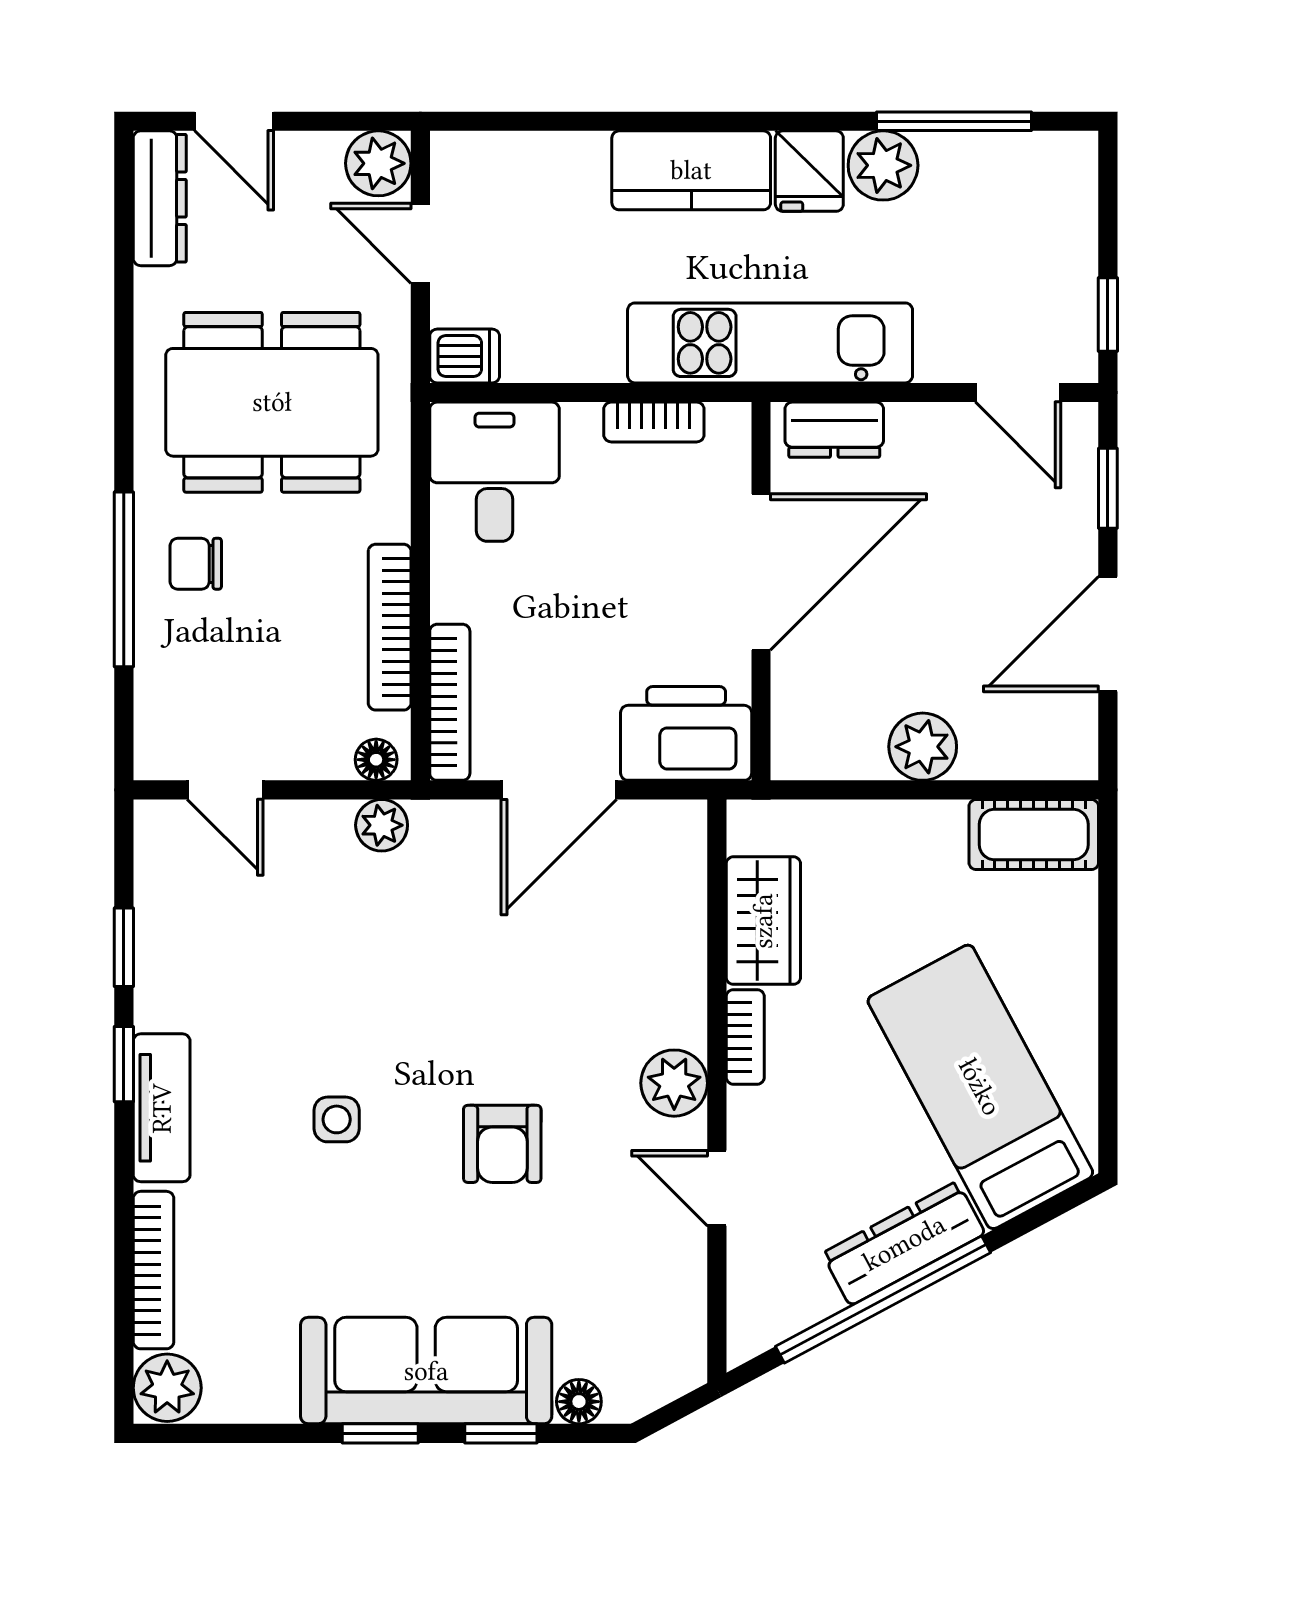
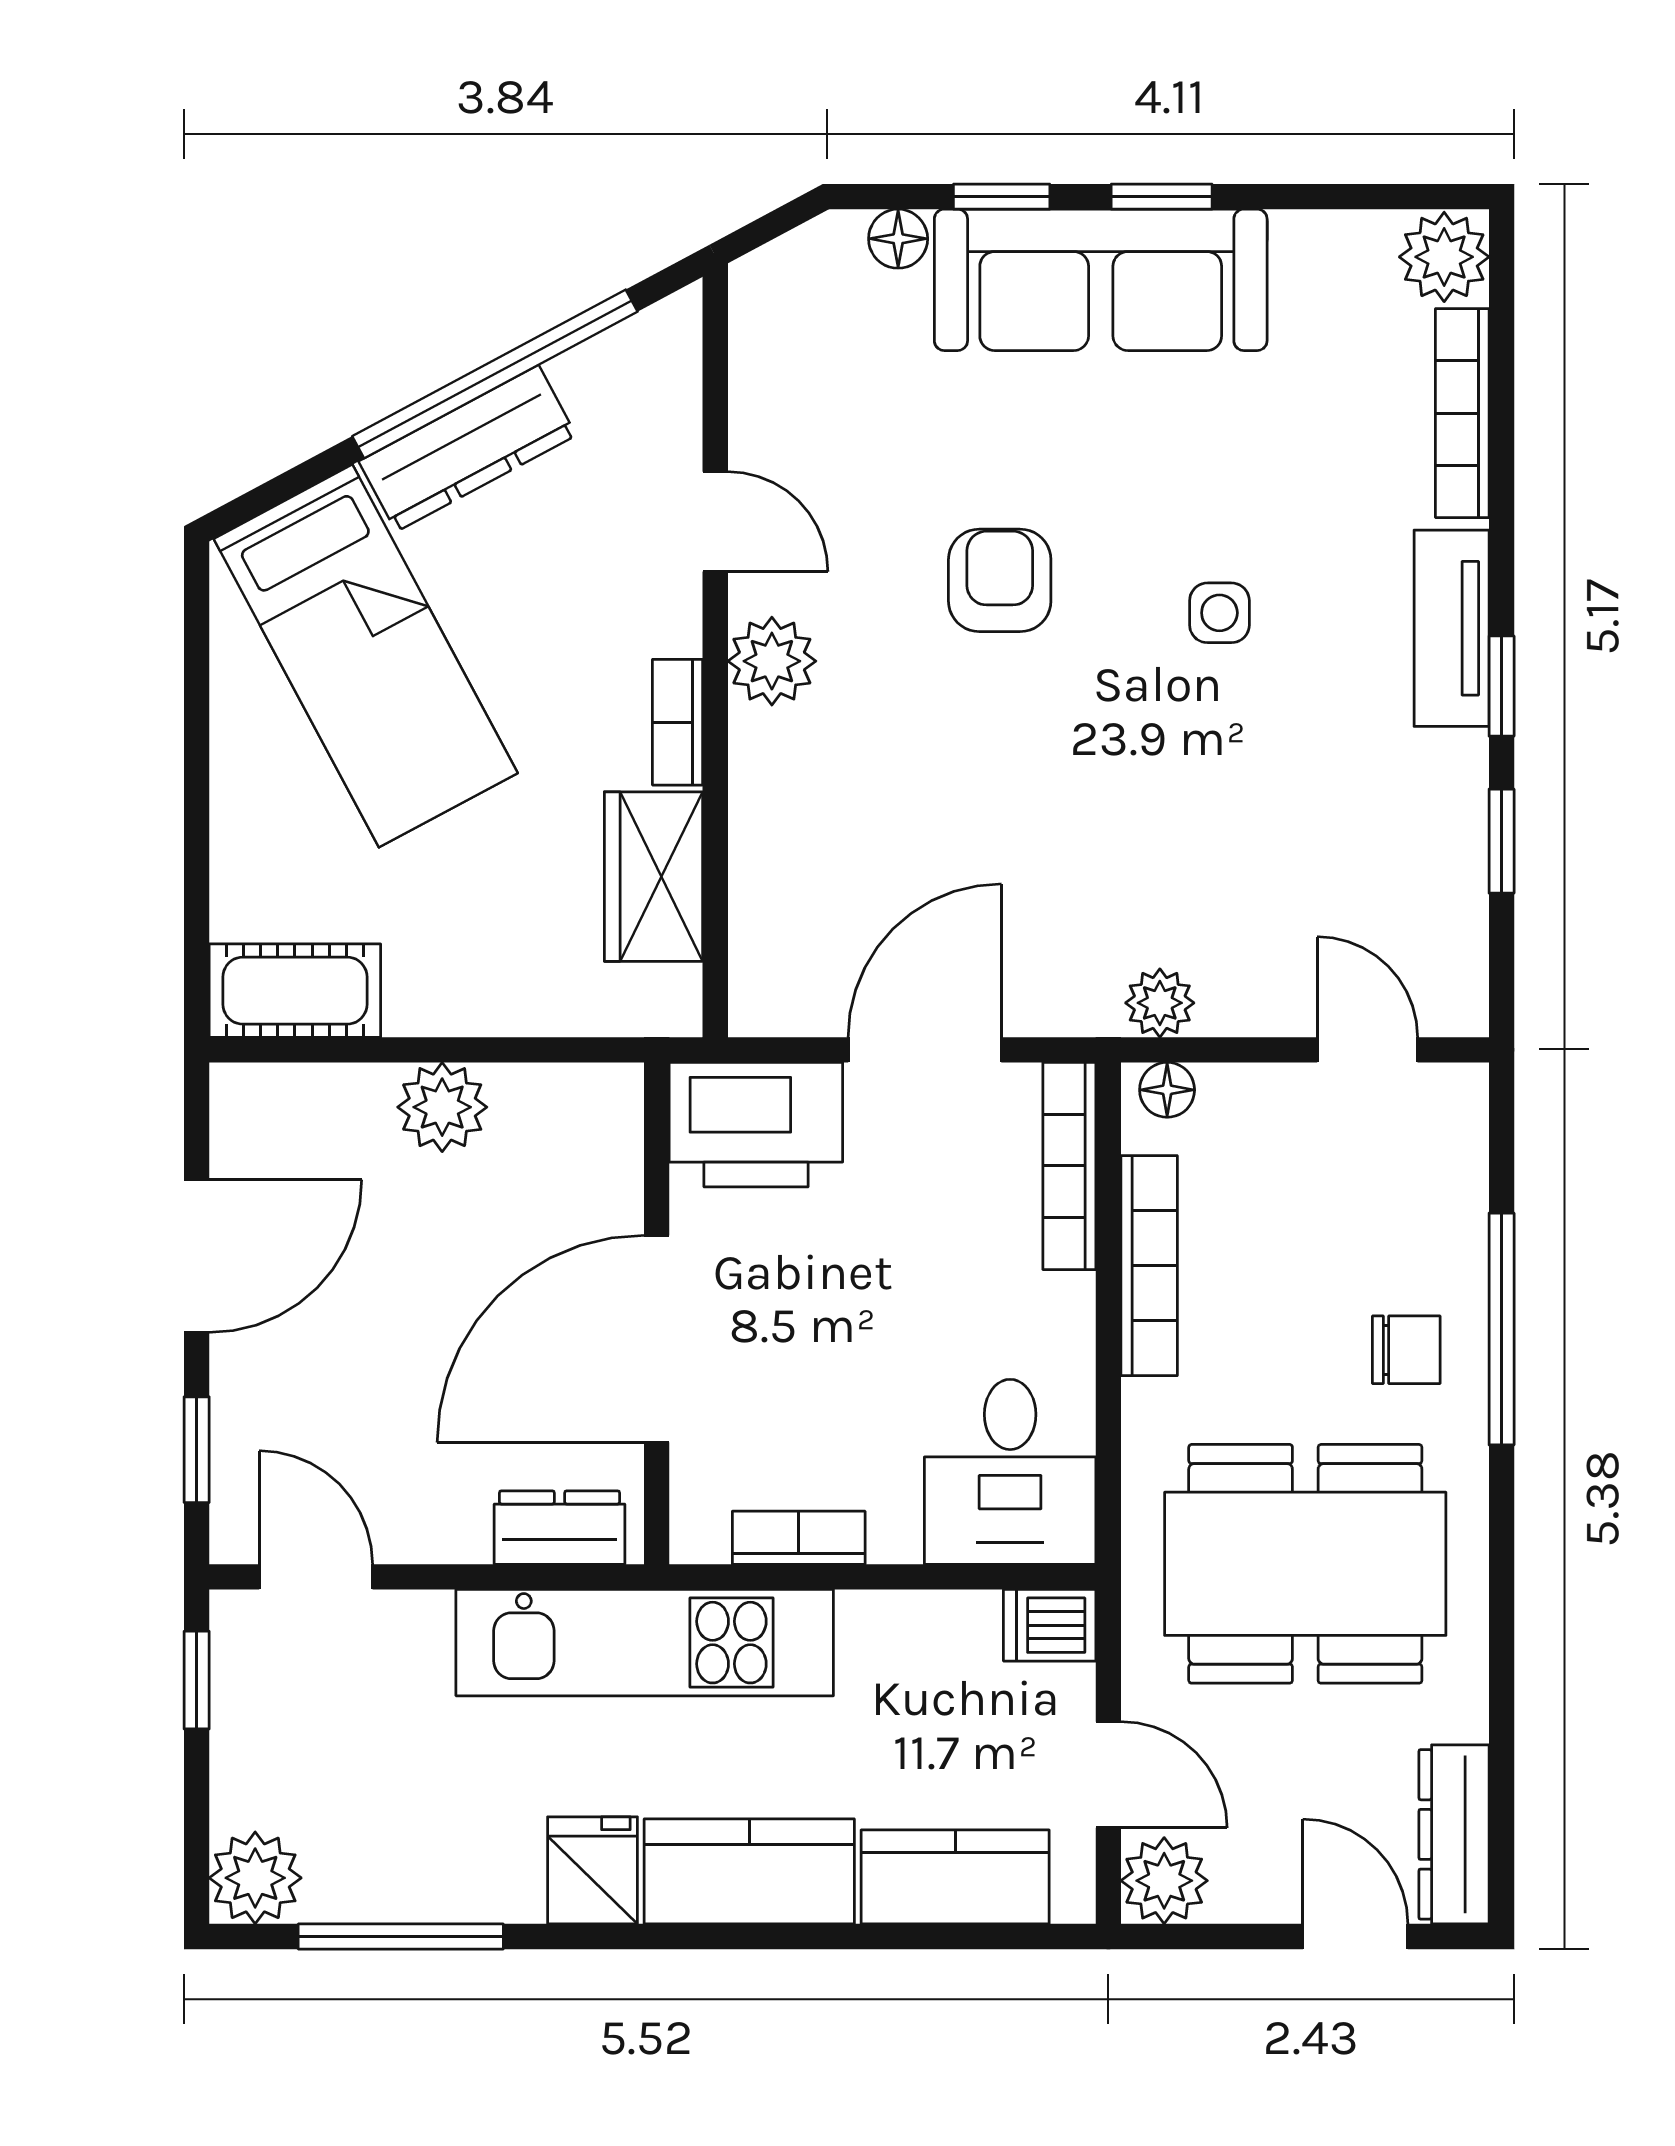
plant: (883, 165) -> (255, 1878), moved
kitchen counter: (536, 166) -> (955, 1877), added

